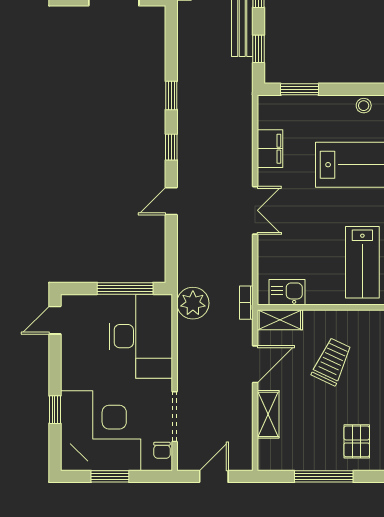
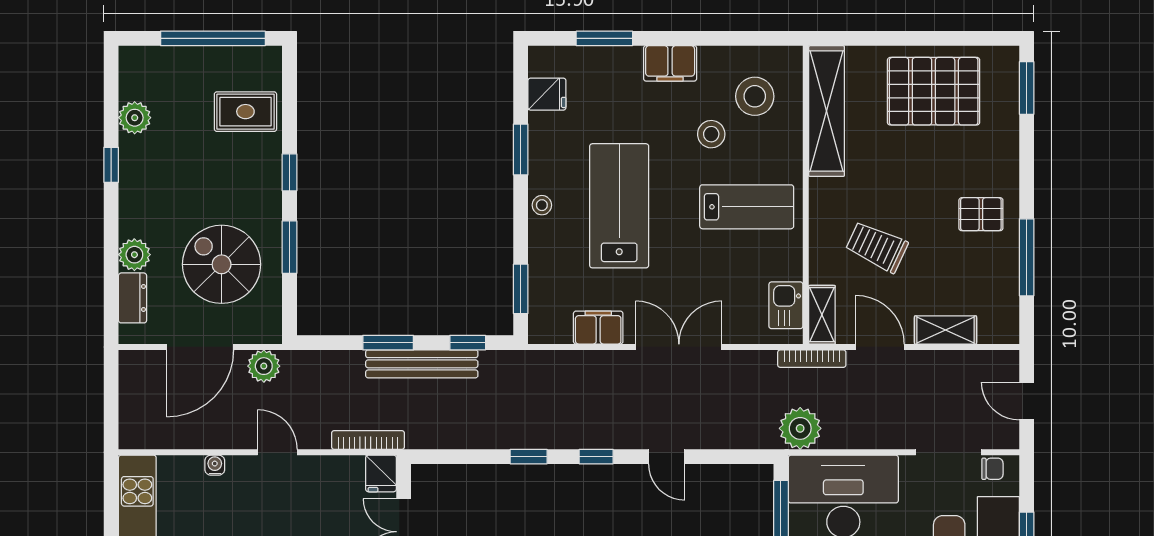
double door: (255, 210) -> (679, 347), width x1.37
bookcase: (246, 303) -> (812, 359), width x1.56

